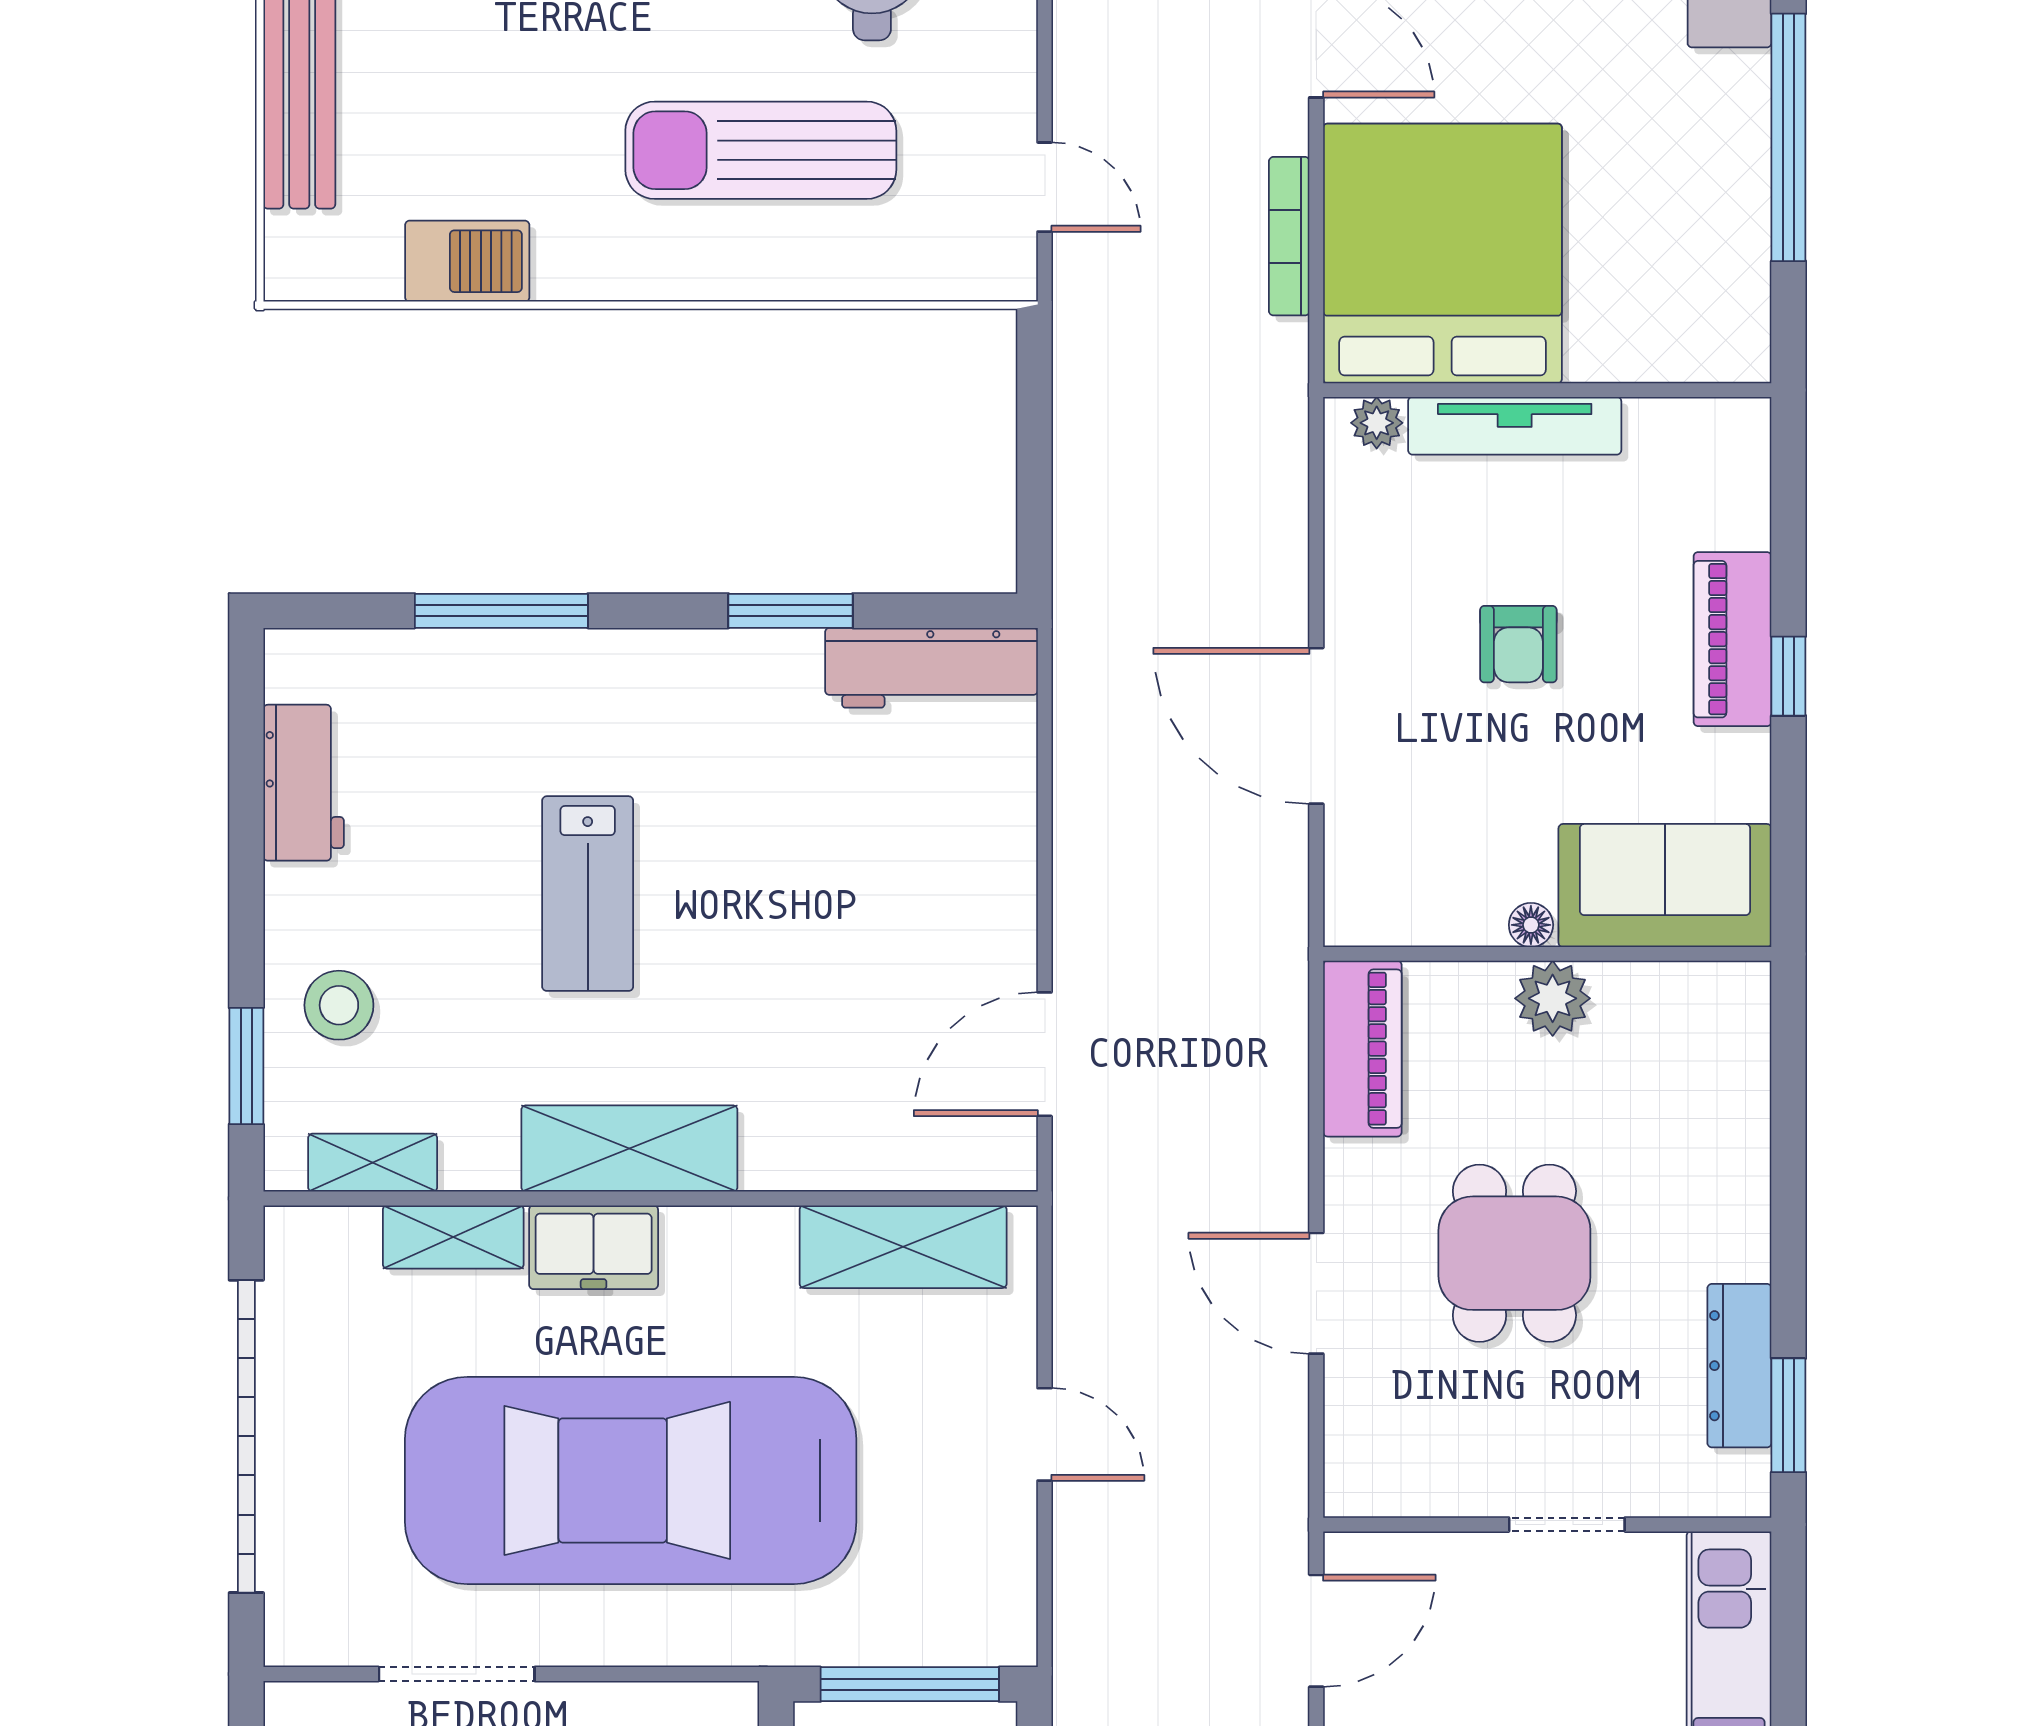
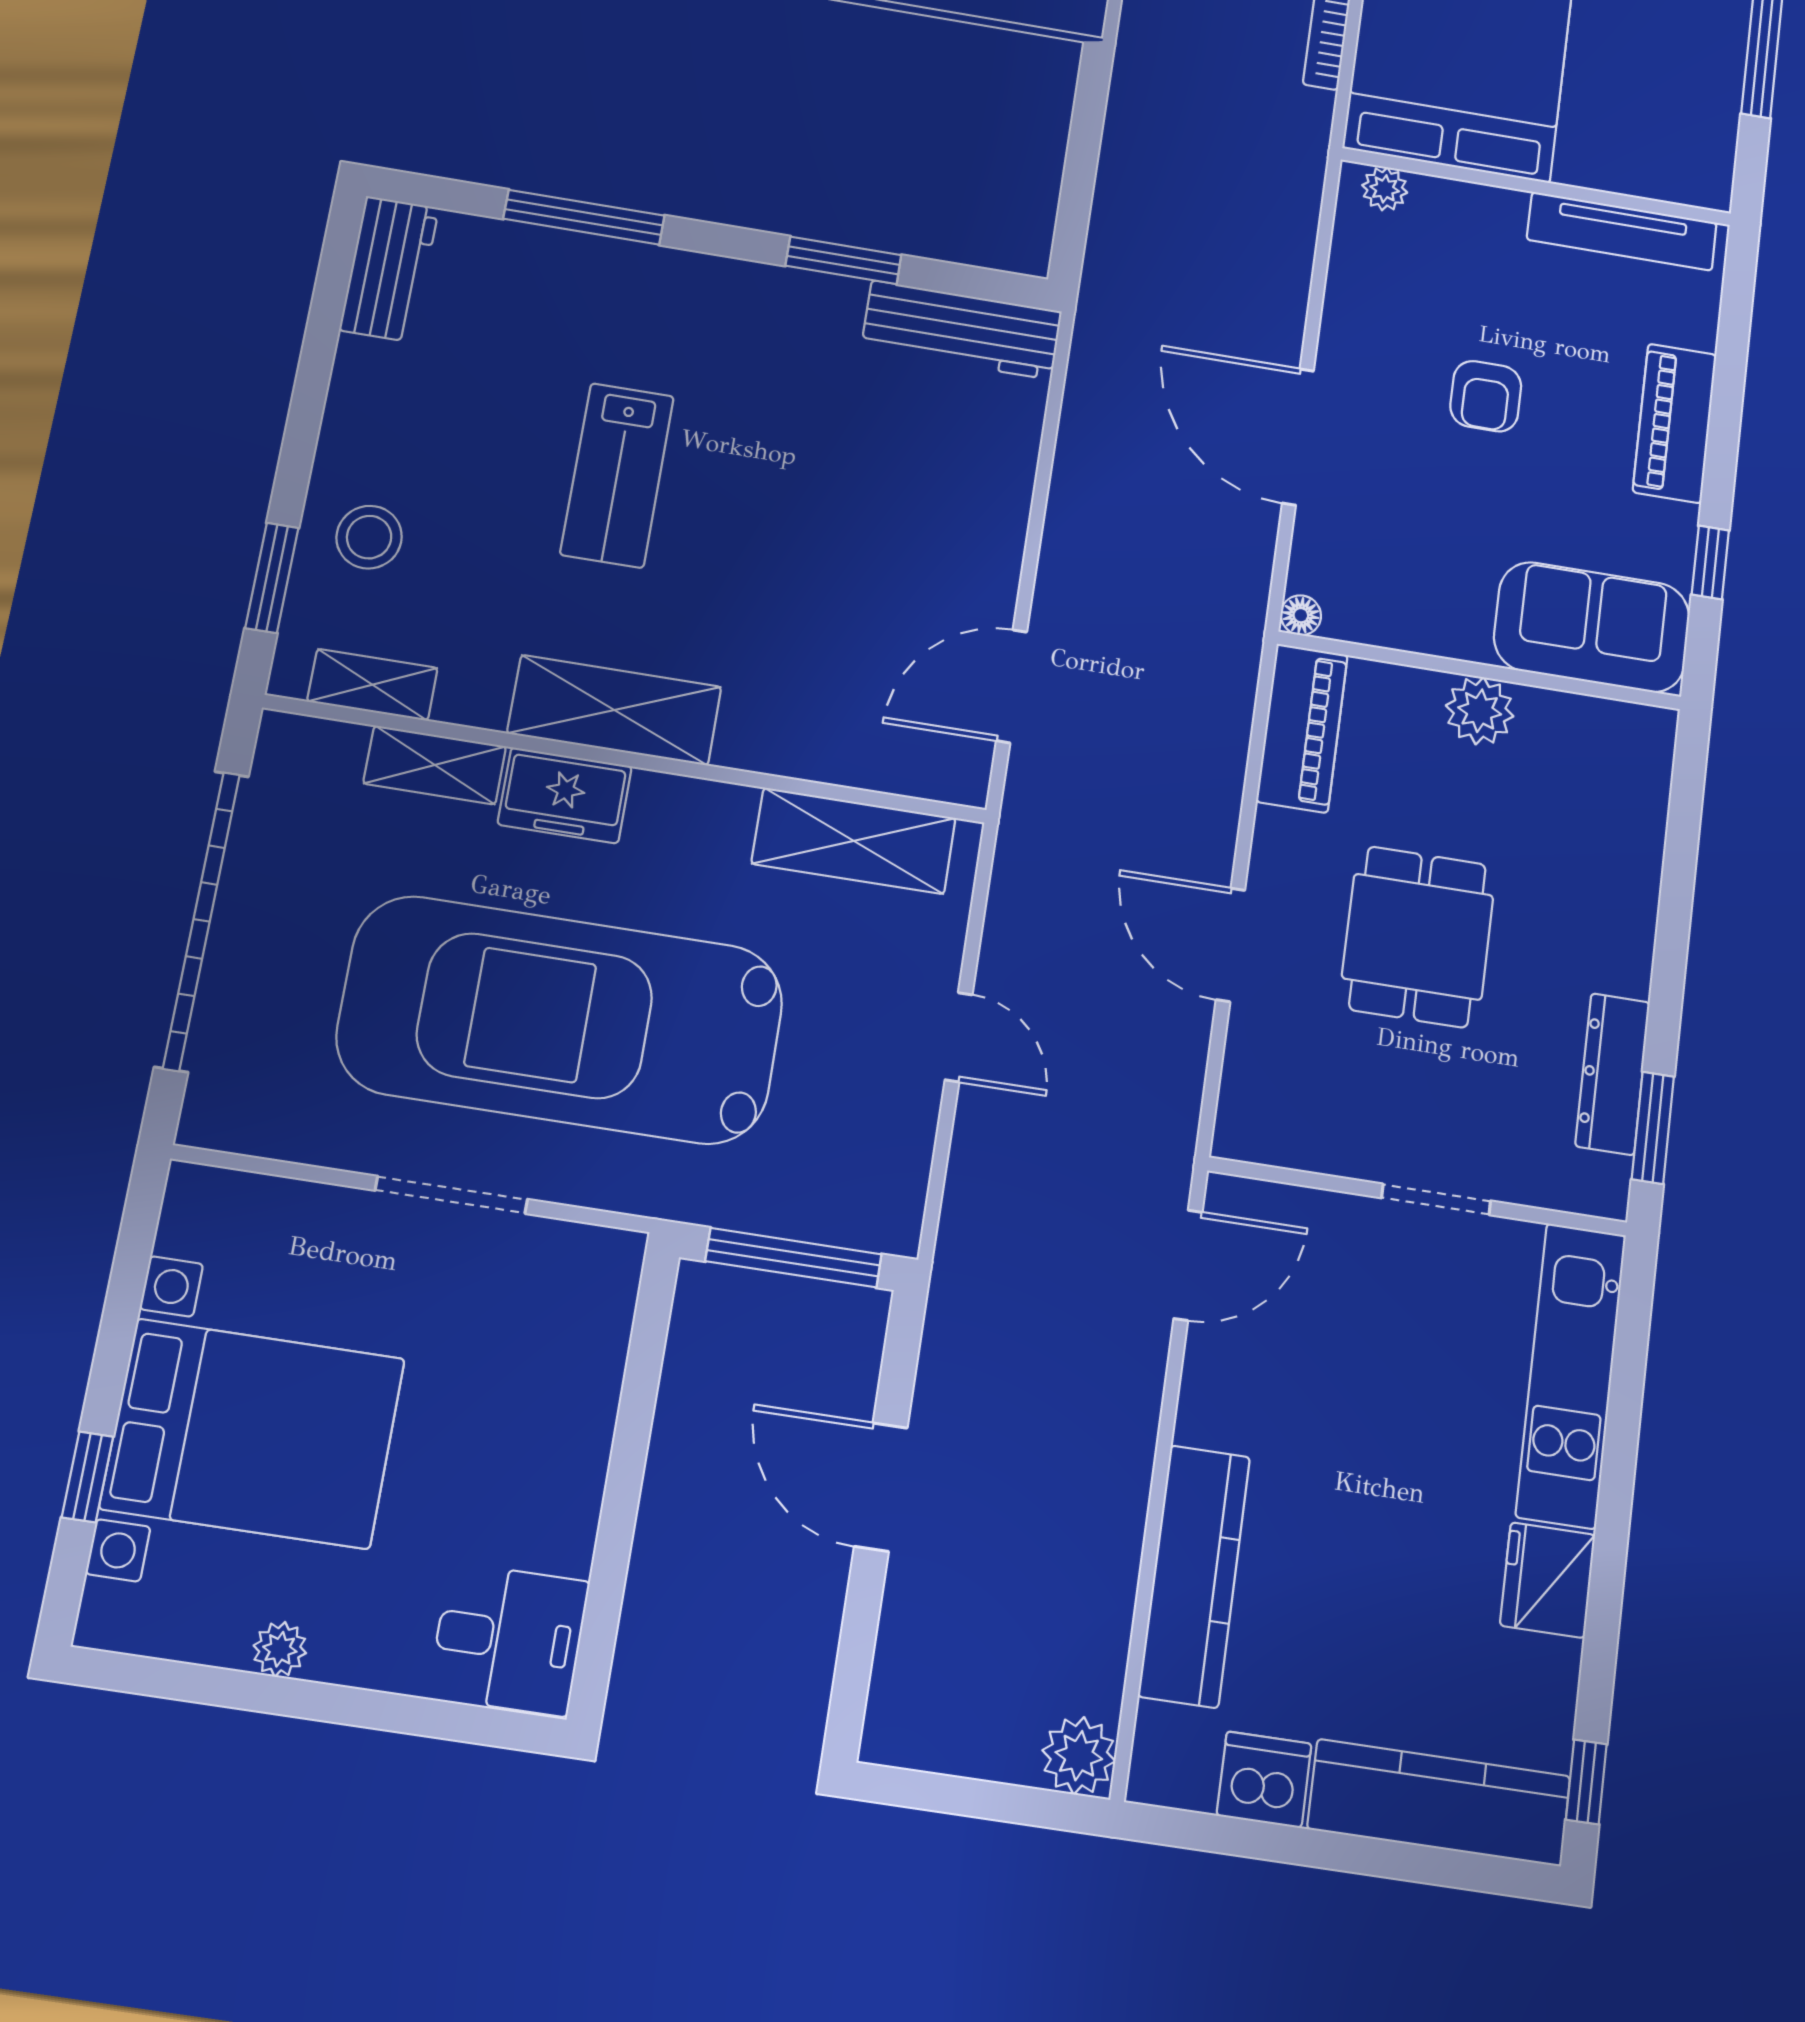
tv unit: (1515, 426) -> (1622, 231), moved
window: (1788, 676) -> (1710, 562), moved
workbench: (304, 783) -> (389, 269), moved
floor lamp: (1531, 925) -> (1301, 615), moved
doorway: (457, 1674) -> (451, 1195), moved

